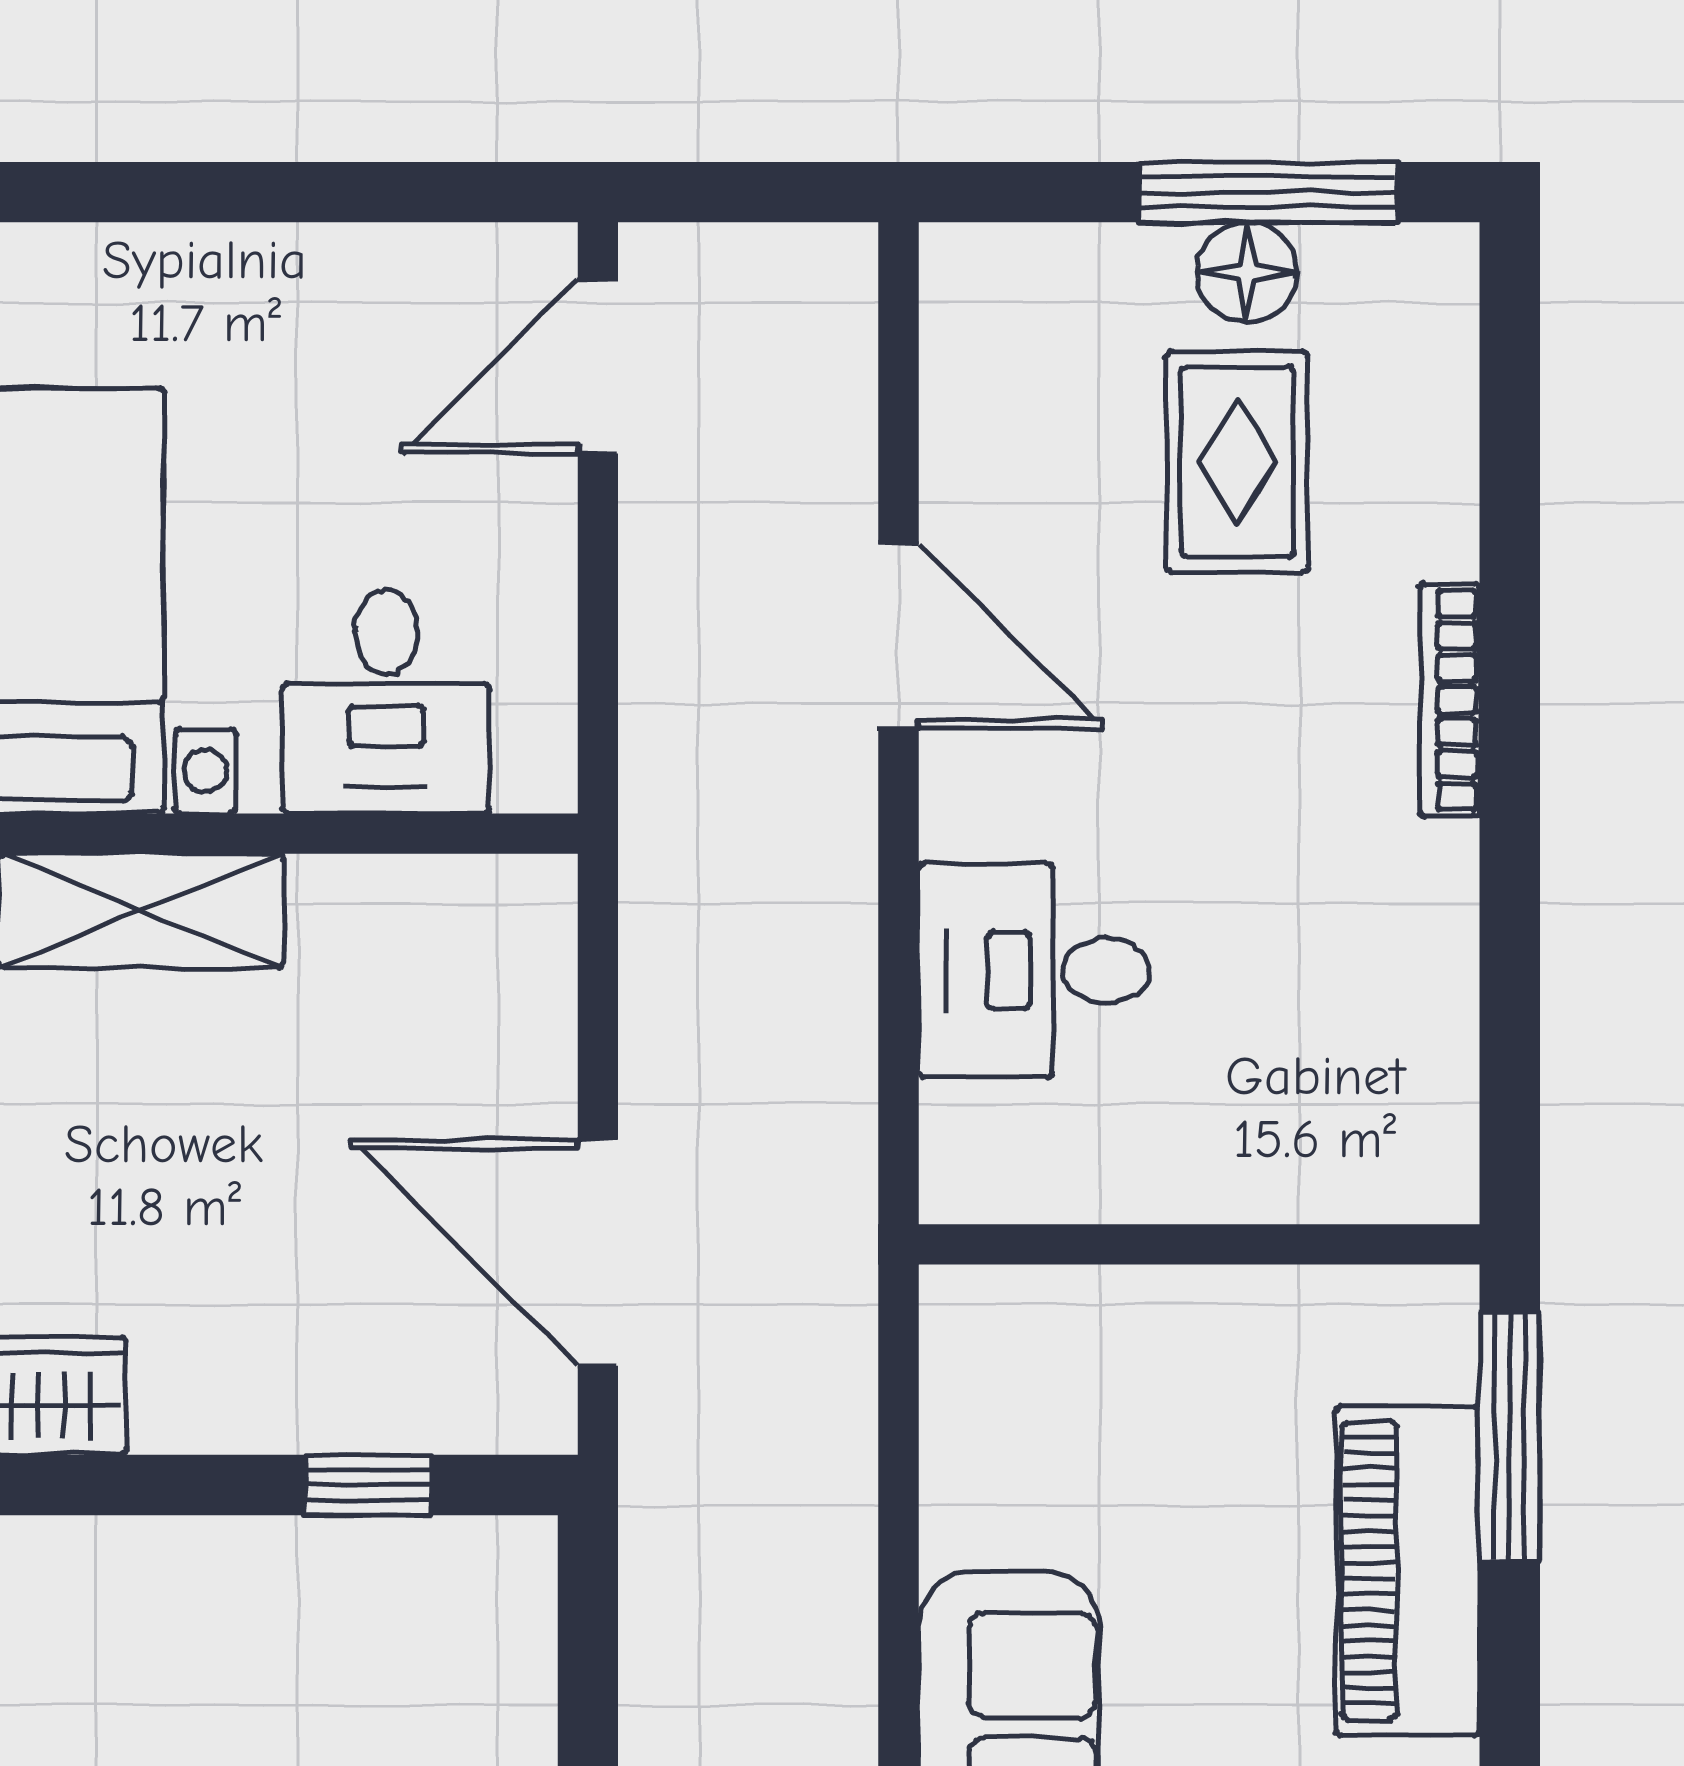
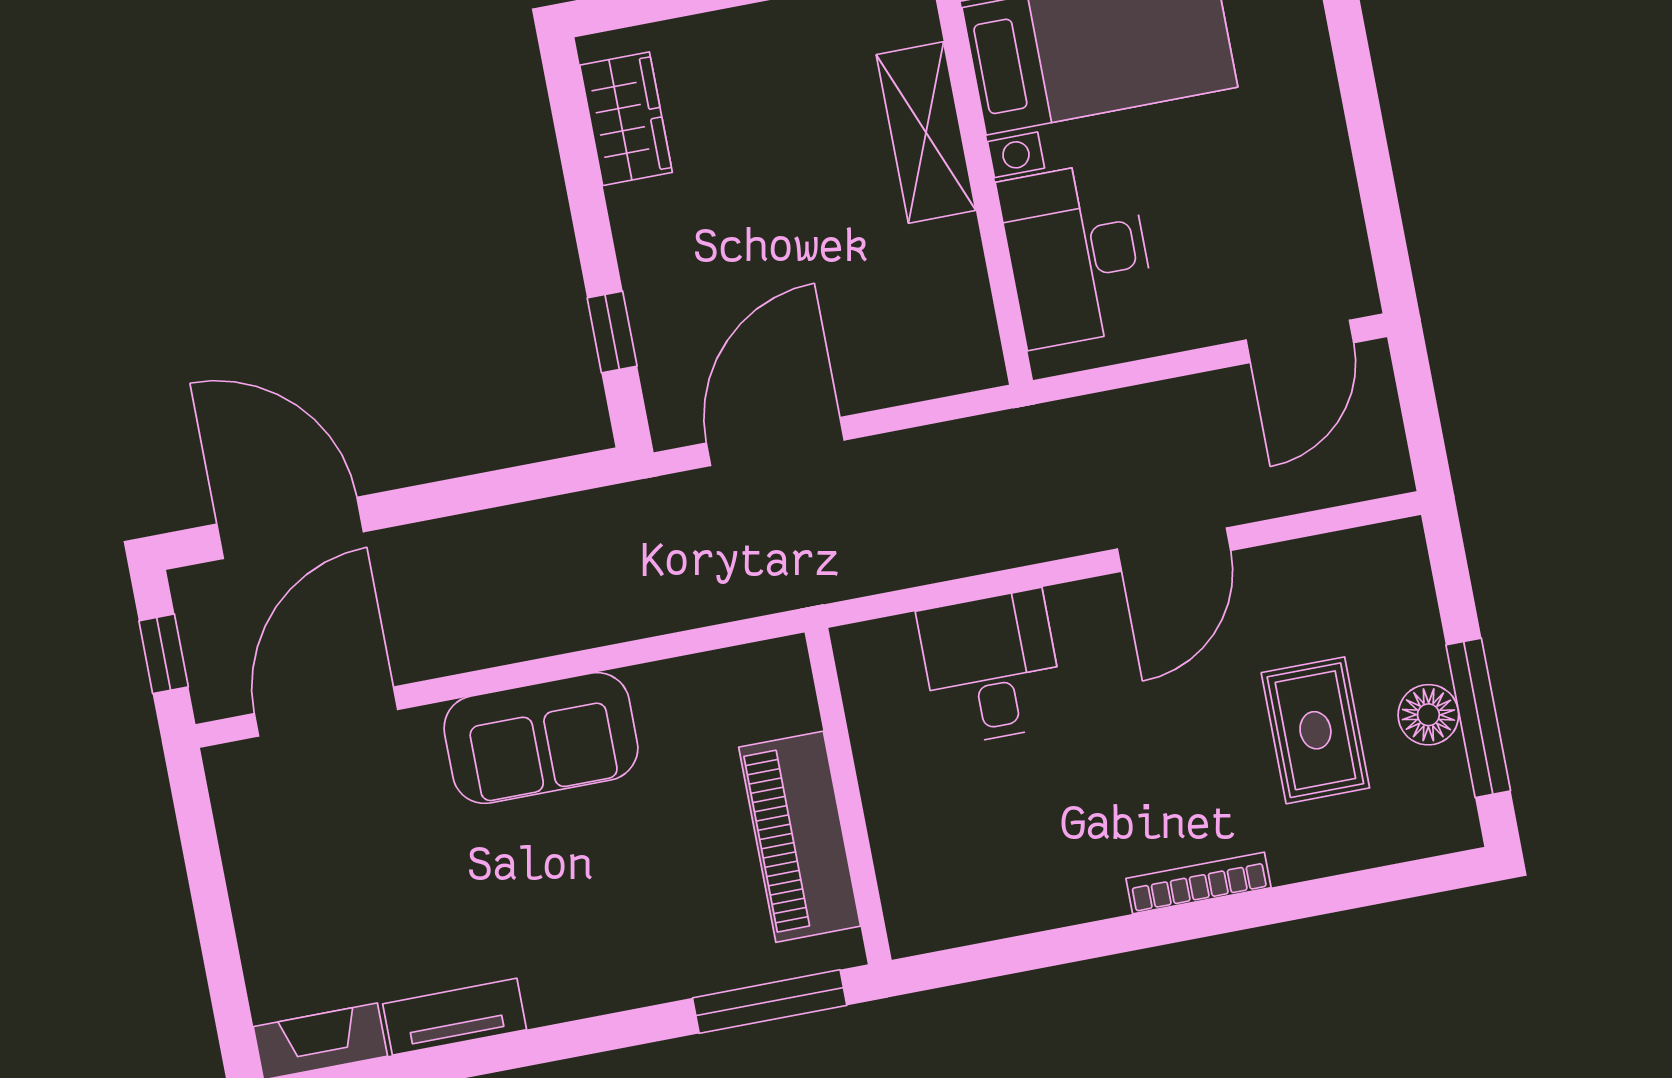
door: (598, 366) -> (1300, 341), swing flipped
rug: (1237, 462) -> (1315, 730), turned 90
desk: (386, 702) -> (1077, 254), width x1.37
piano: (1408, 1571) -> (800, 837), moved, turned -90

